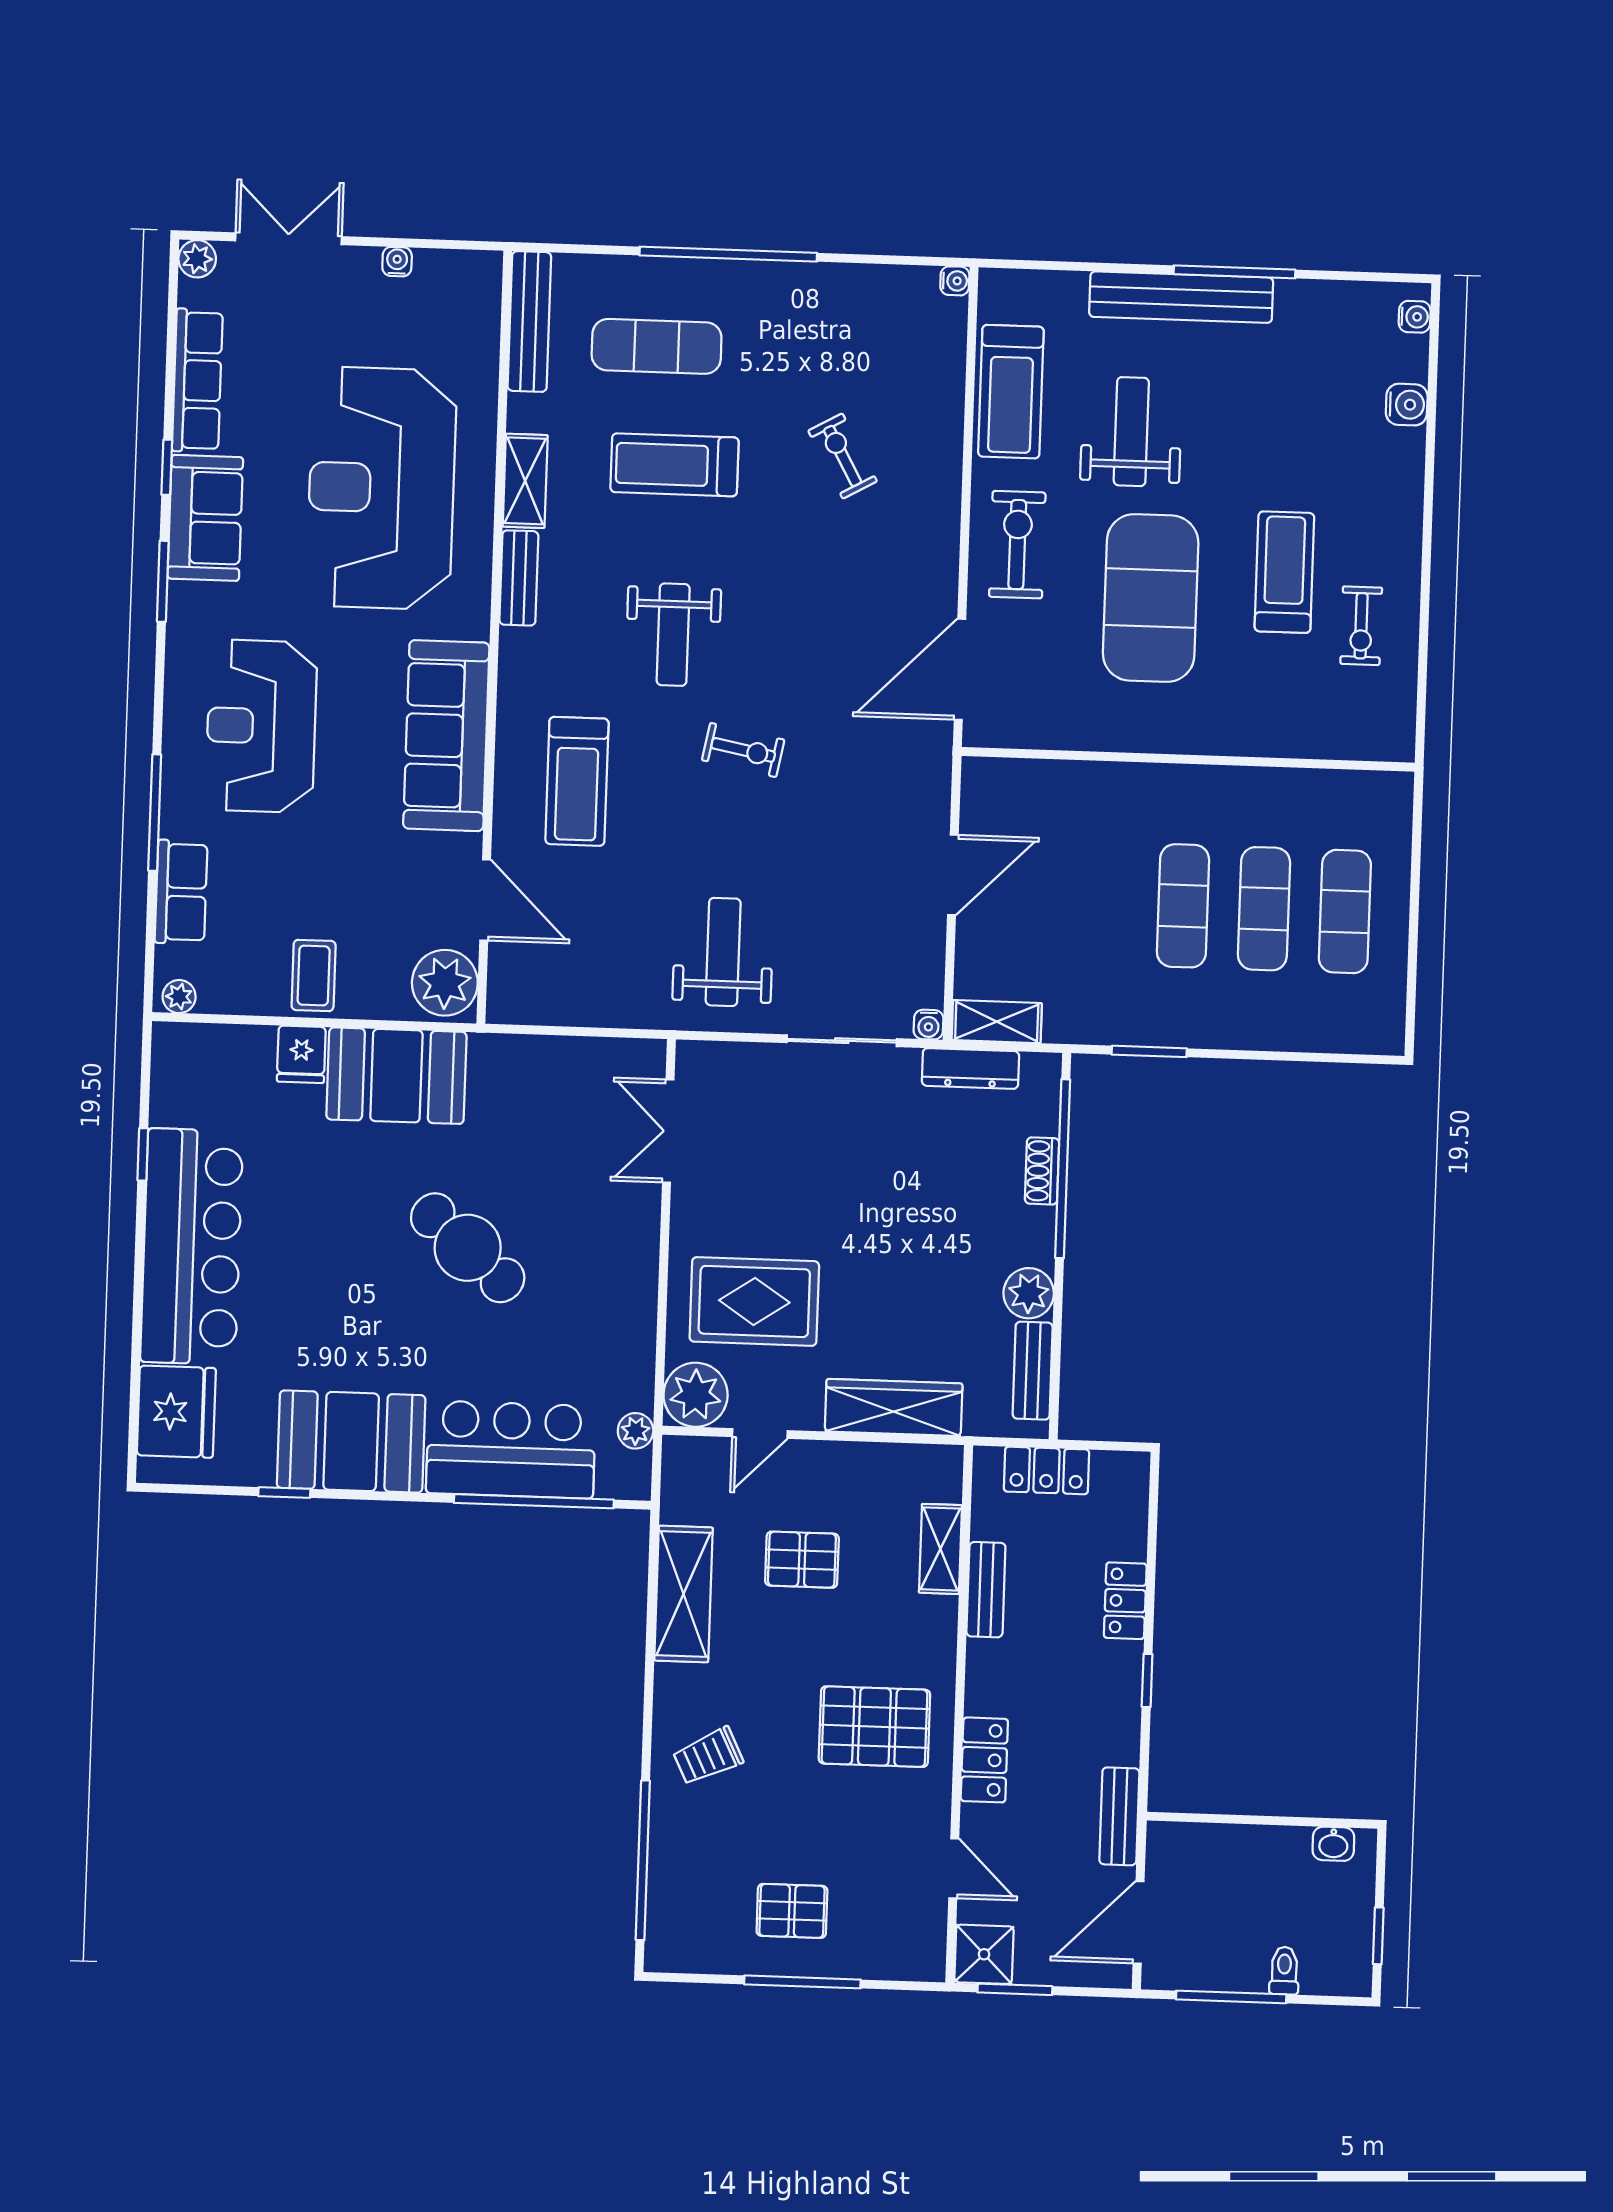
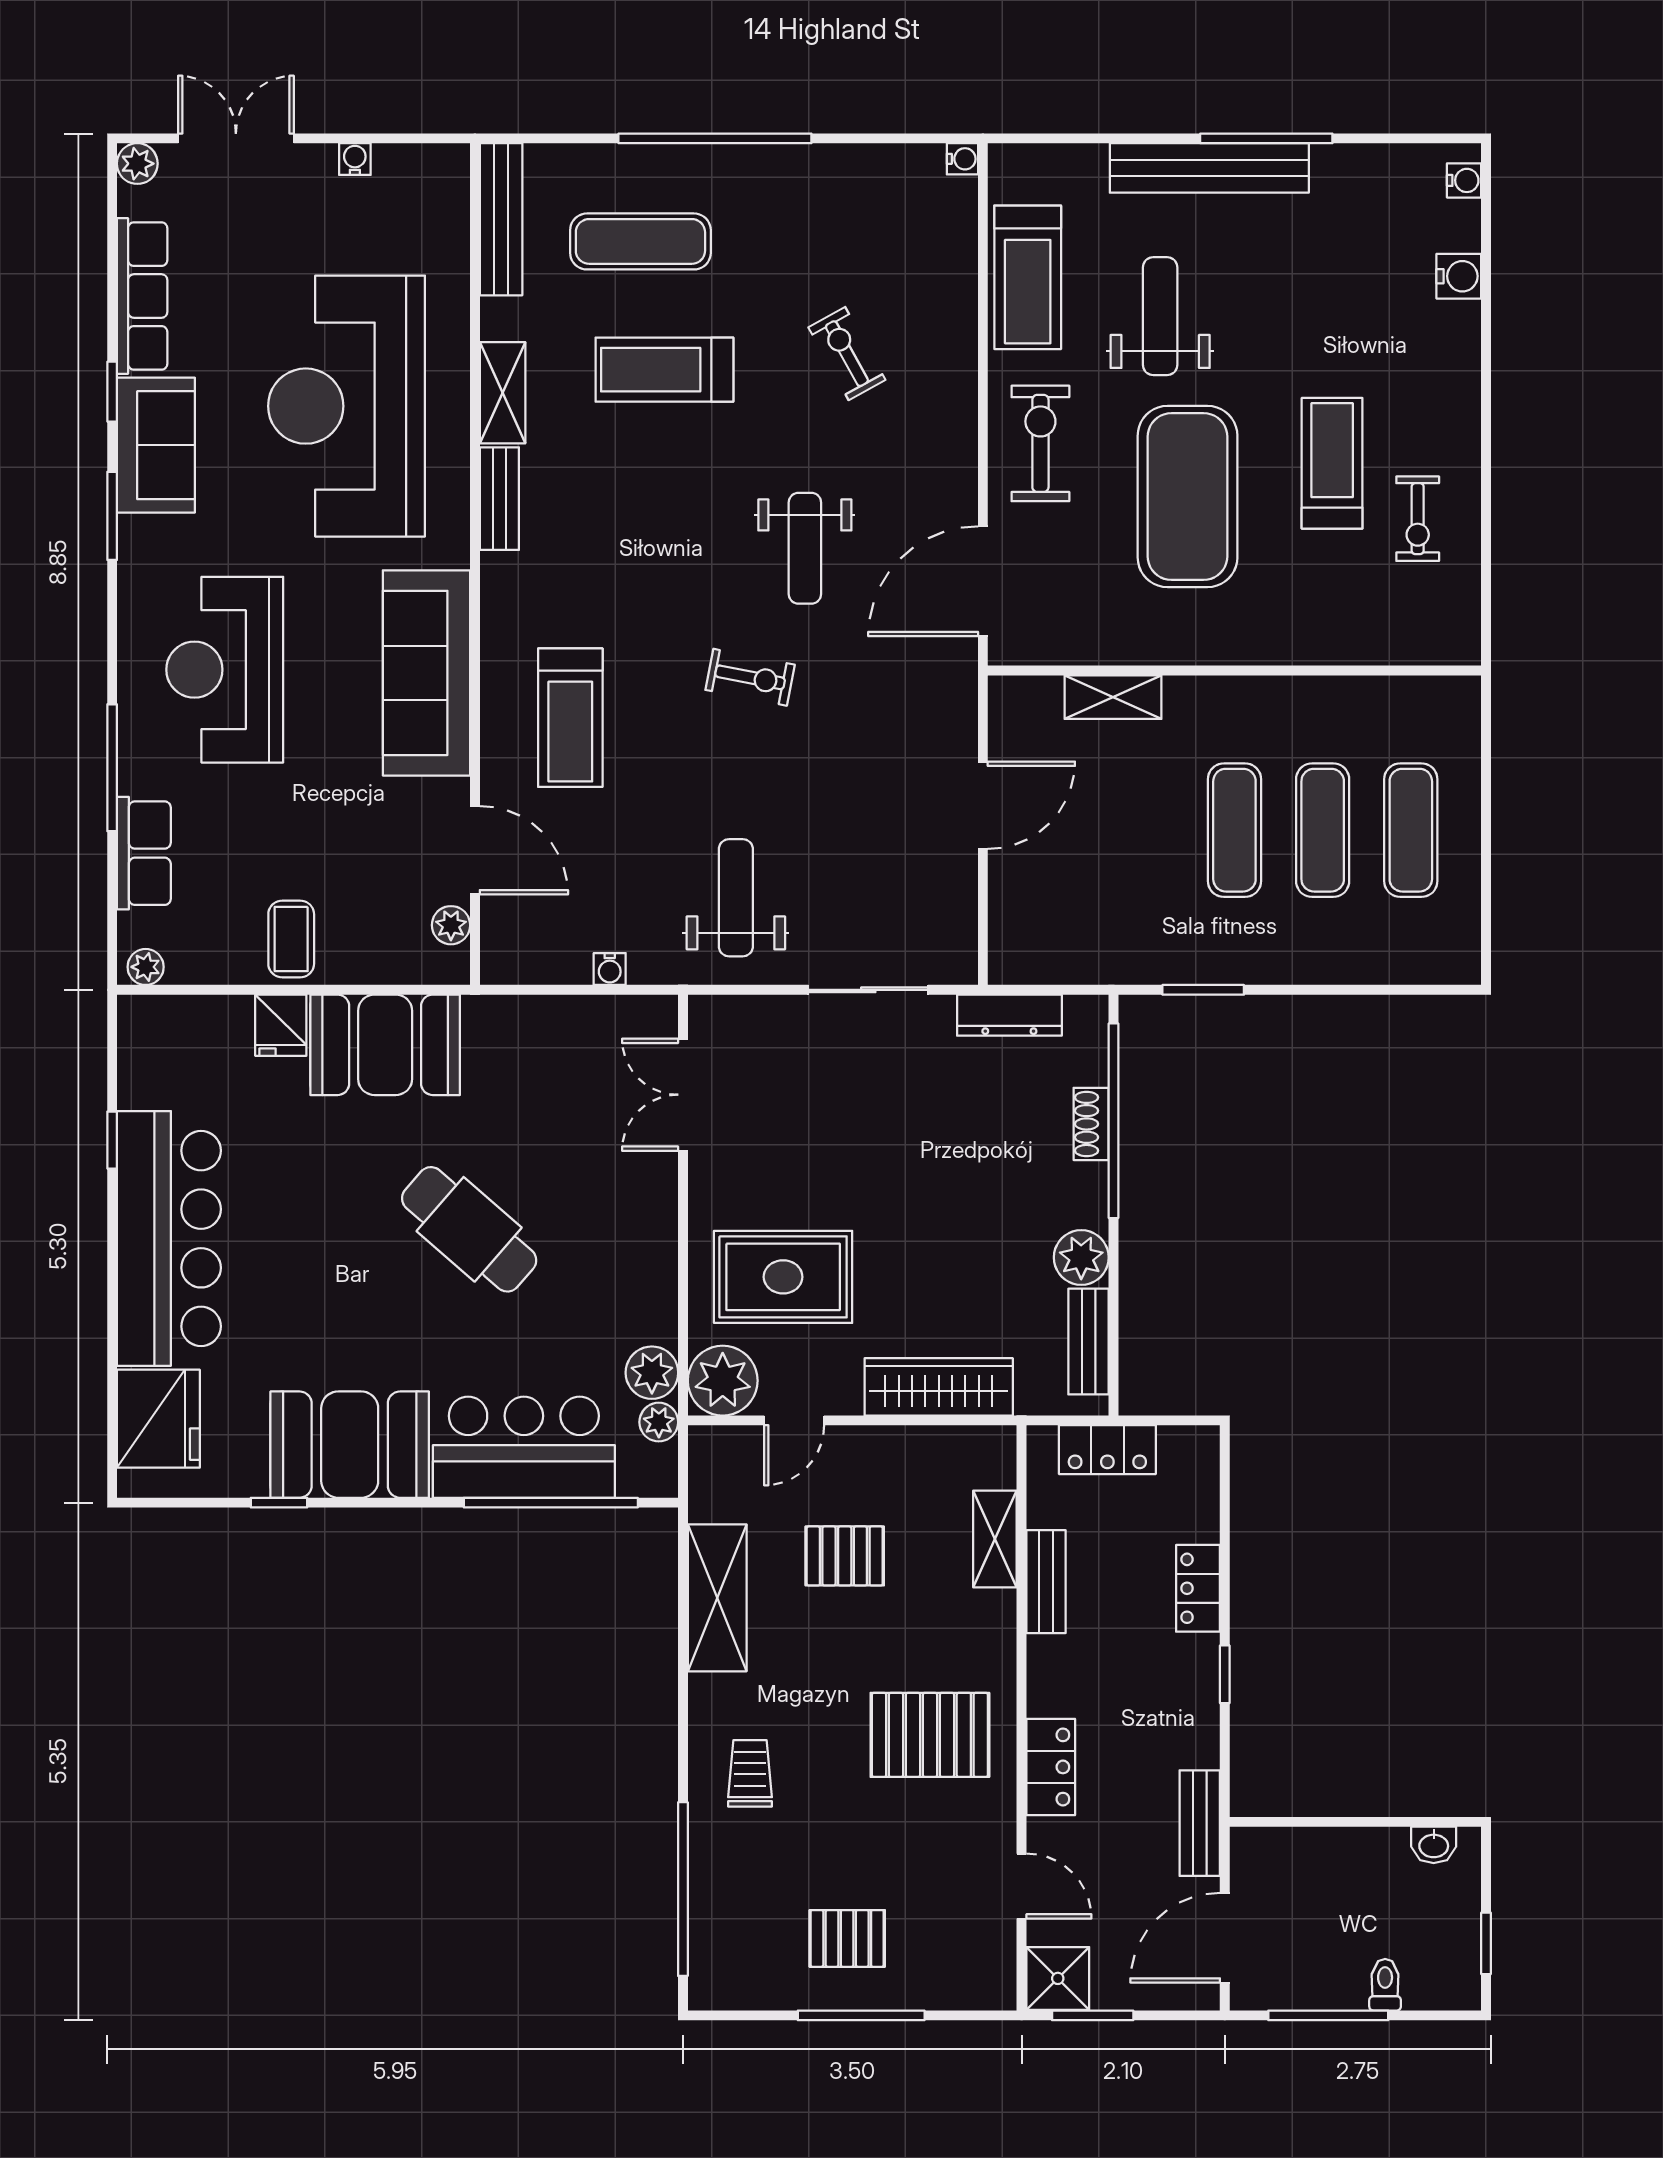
weight bench: (673, 635) -> (805, 548), moved
plant: (445, 983) -> (451, 925), width x0.53, depth x0.53
shelving: (997, 1022) -> (1113, 697), moved
water cooler: (929, 1025) -> (610, 969), moved
plant: (631, 1385) -> (652, 1373), added
trolley: (708, 1756) -> (750, 1773), turned 116

